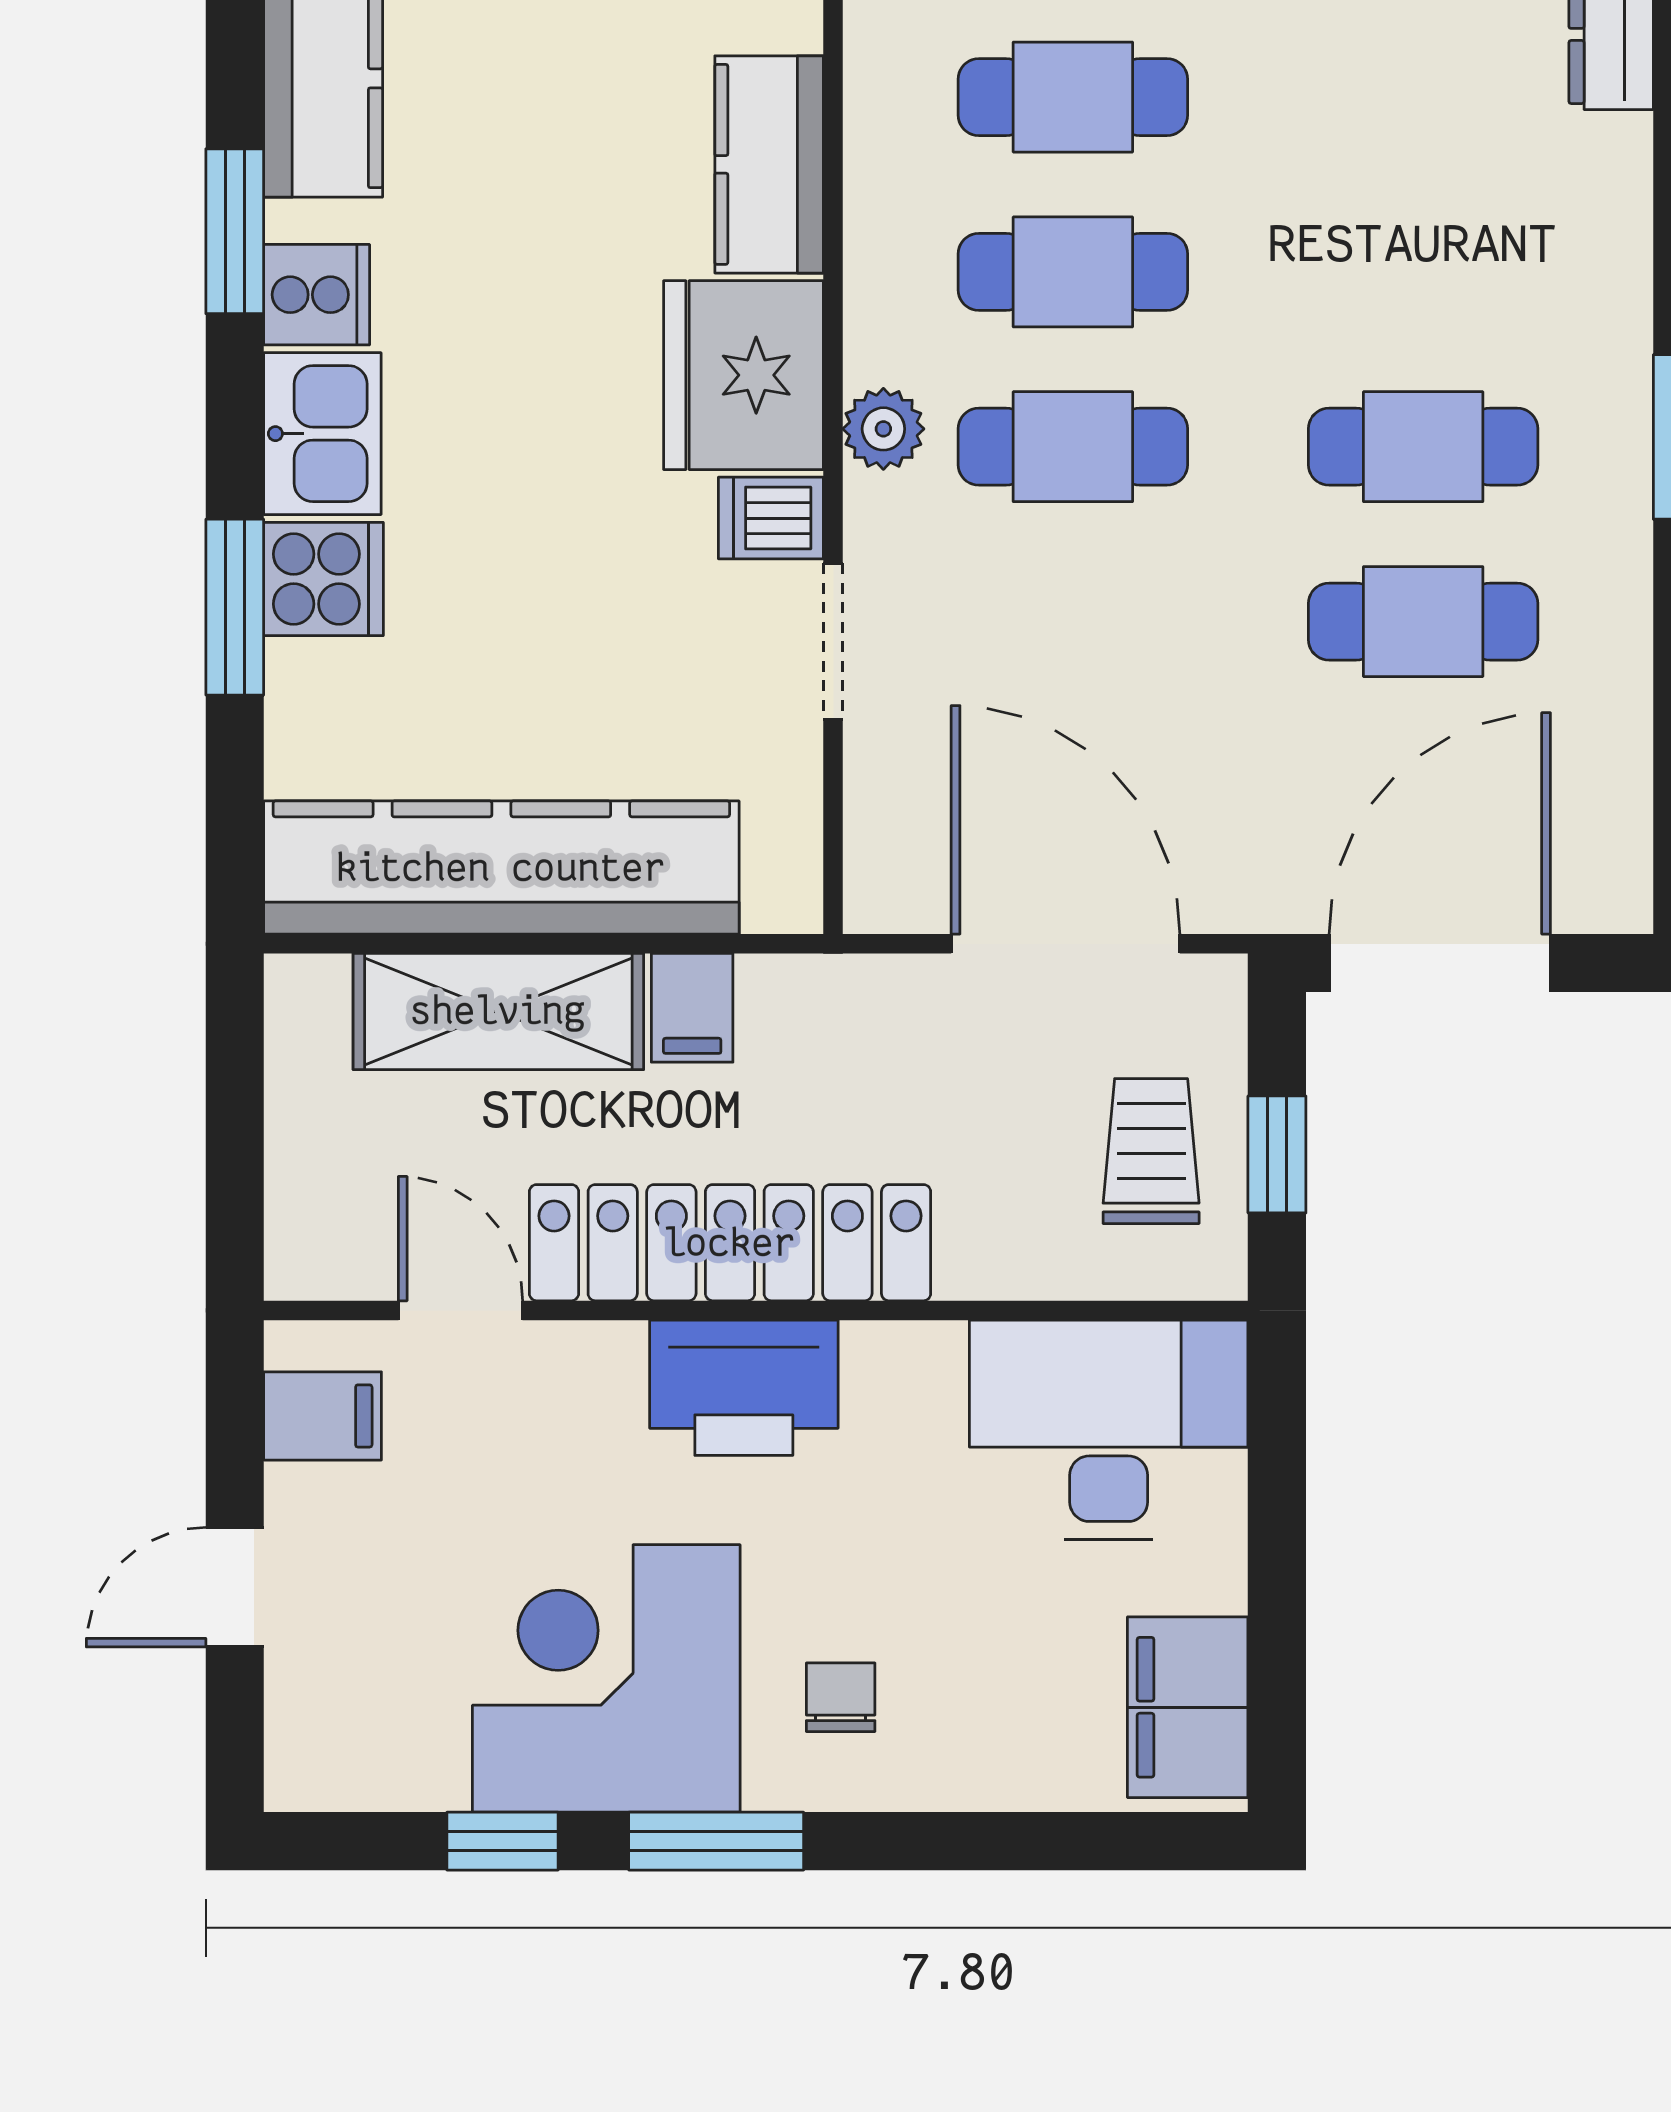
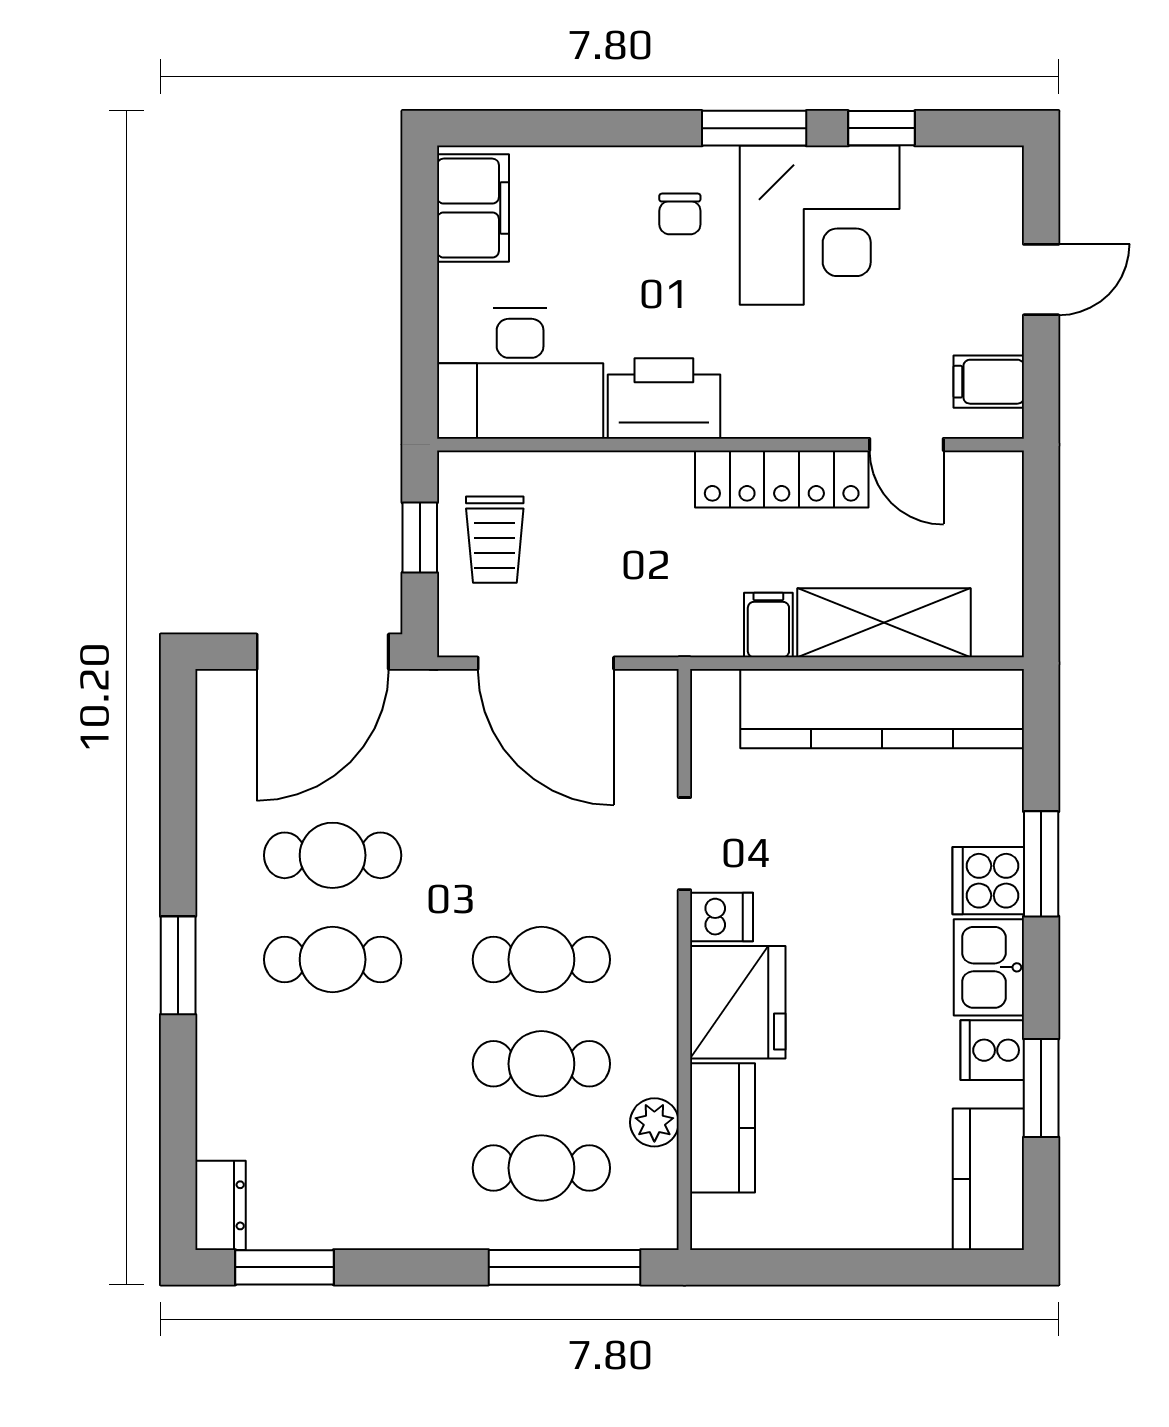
plant: (883, 429) -> (654, 1122), moved
locker: (730, 1243) -> (782, 479), width x0.71, depth x0.83
printer: (744, 1388) -> (664, 398), moved

